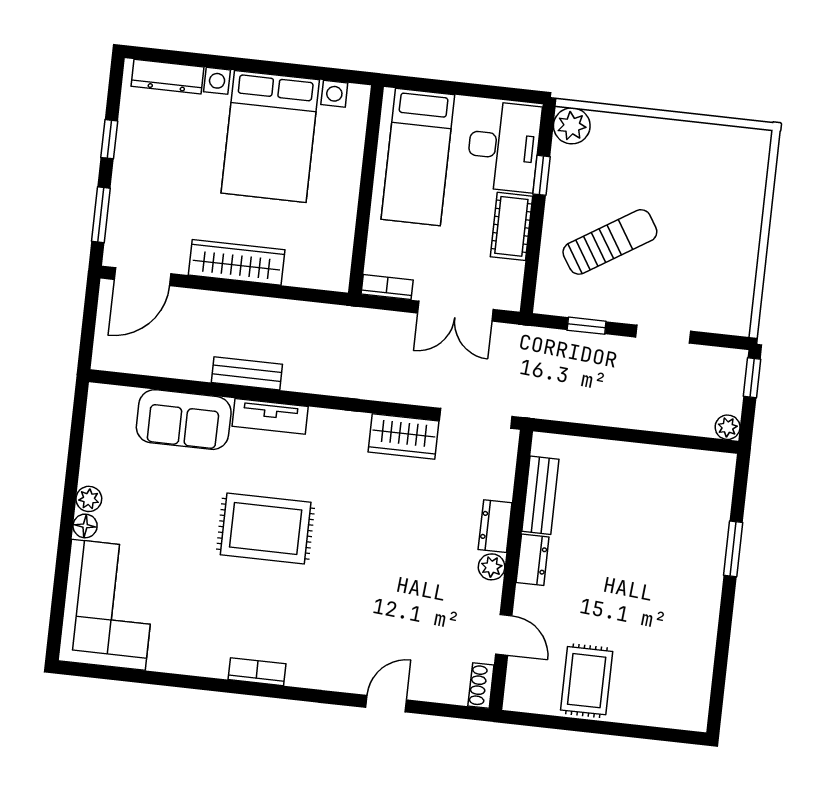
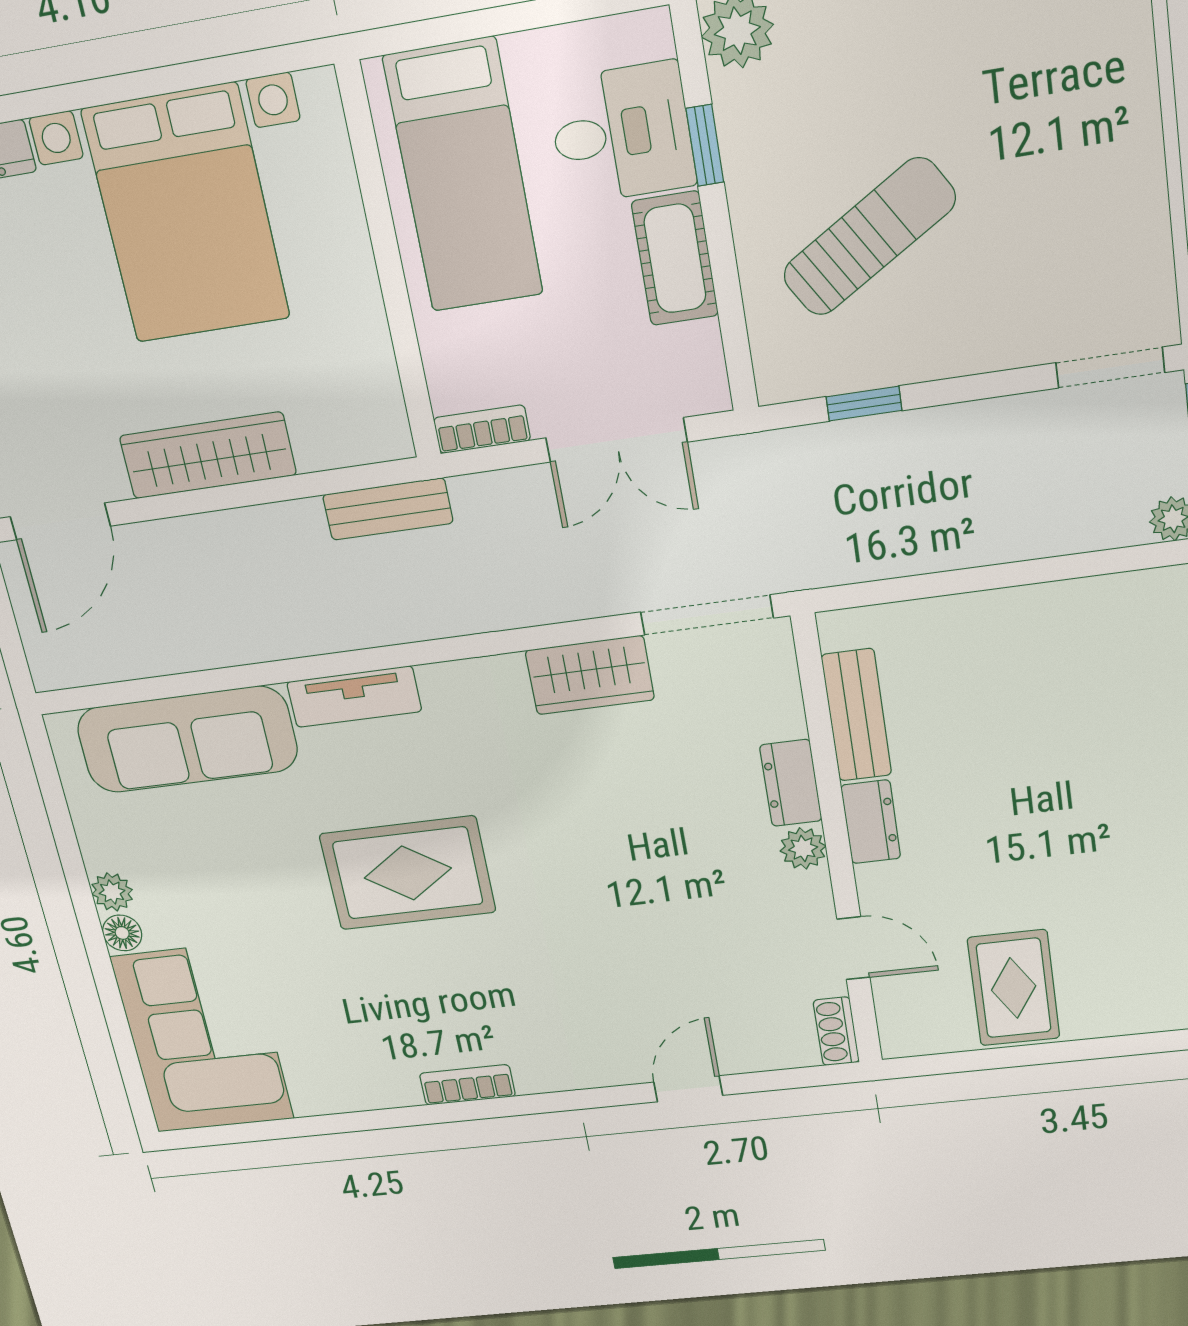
desk: (504, 146) -> (622, 133), width x0.73
doorway: (663, 334) -> (1110, 368), moved
bench: (247, 373) -> (388, 509), moved
sofa: (184, 420) -> (187, 740), width x1.36

